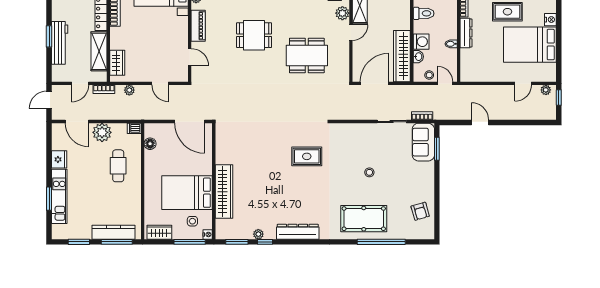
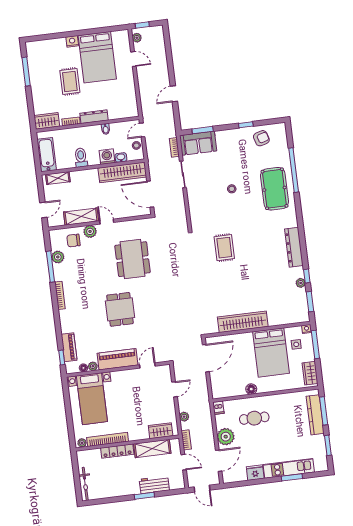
piano: (198, 26) -> (117, 359), width x1.37, depth x1.33
workbench: (60, 43) -> (154, 485), width x0.73
floor lamp: (150, 144) -> (251, 389), moved
wardrobe: (224, 192) -> (243, 322), moved
window: (437, 196) -> (246, 125), added

